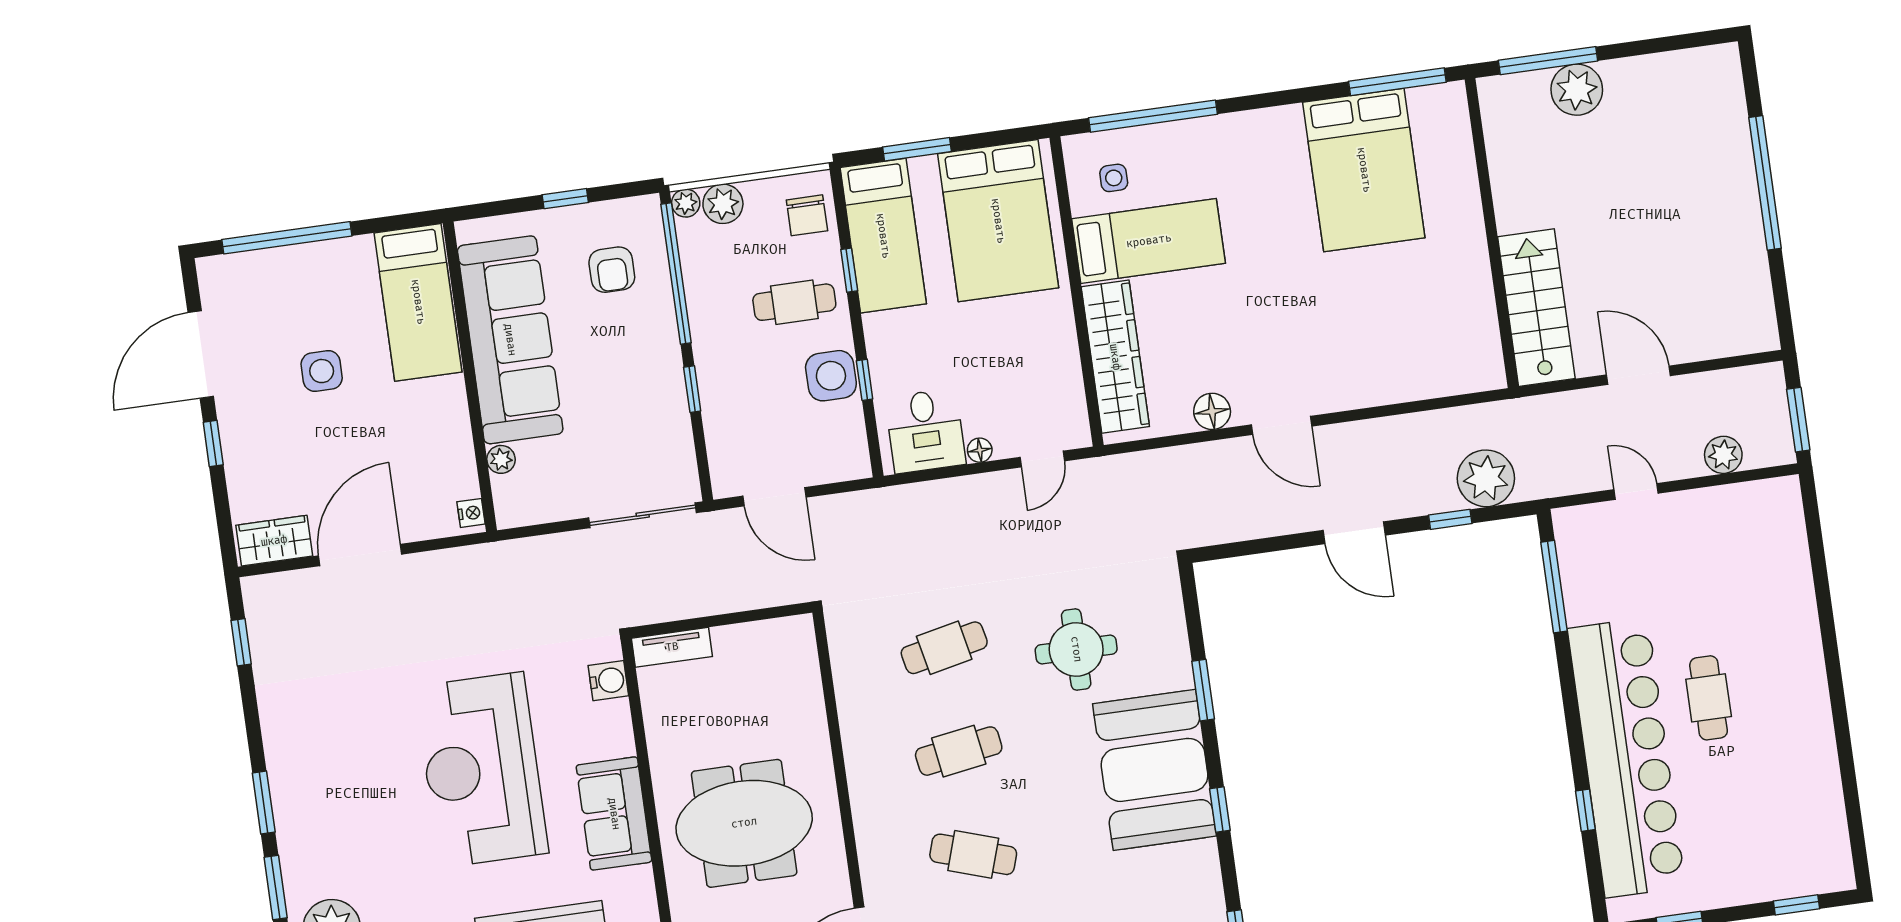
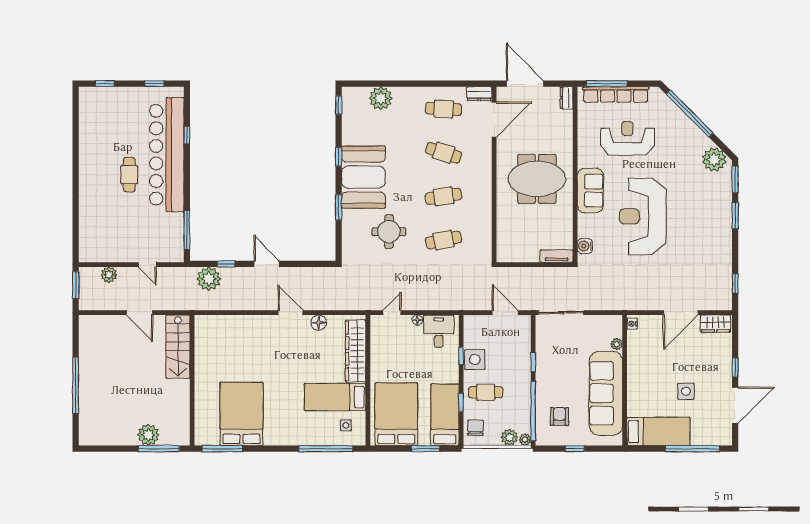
bed: (418, 302) -> (658, 431), moved, turned 90
reception desk: (482, 770) -> (643, 216), turned 180

